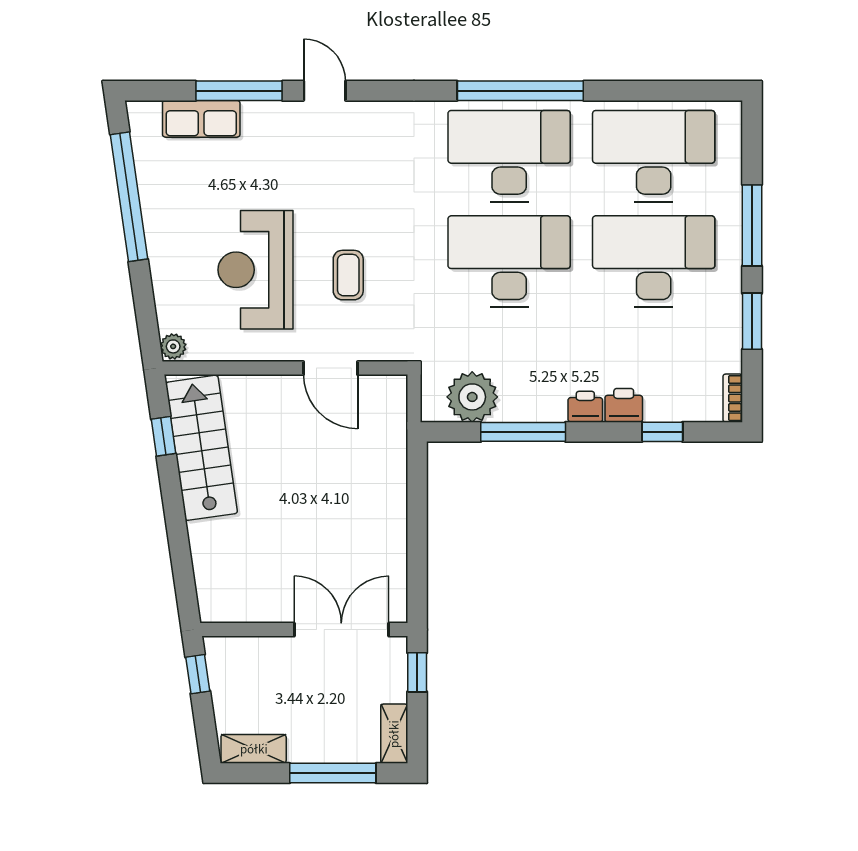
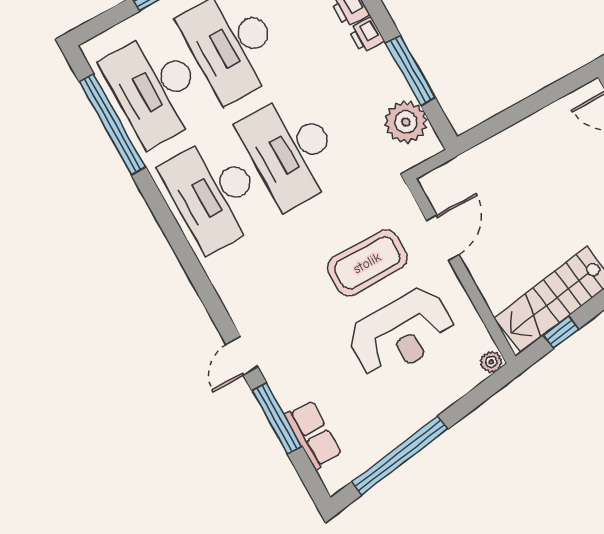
window: (520, 91) -> (113, 124), moved
coffee table: (348, 275) -> (367, 263), width x1.86, depth x1.72

